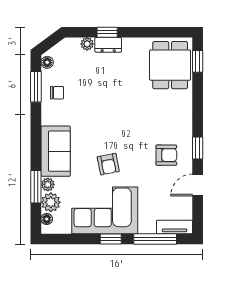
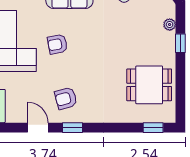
dresser: (108, 45) -> (169, 44), removed
dining table: (170, 65) -> (149, 85), moved
armchair: (166, 155) -> (66, 98), turned 75

